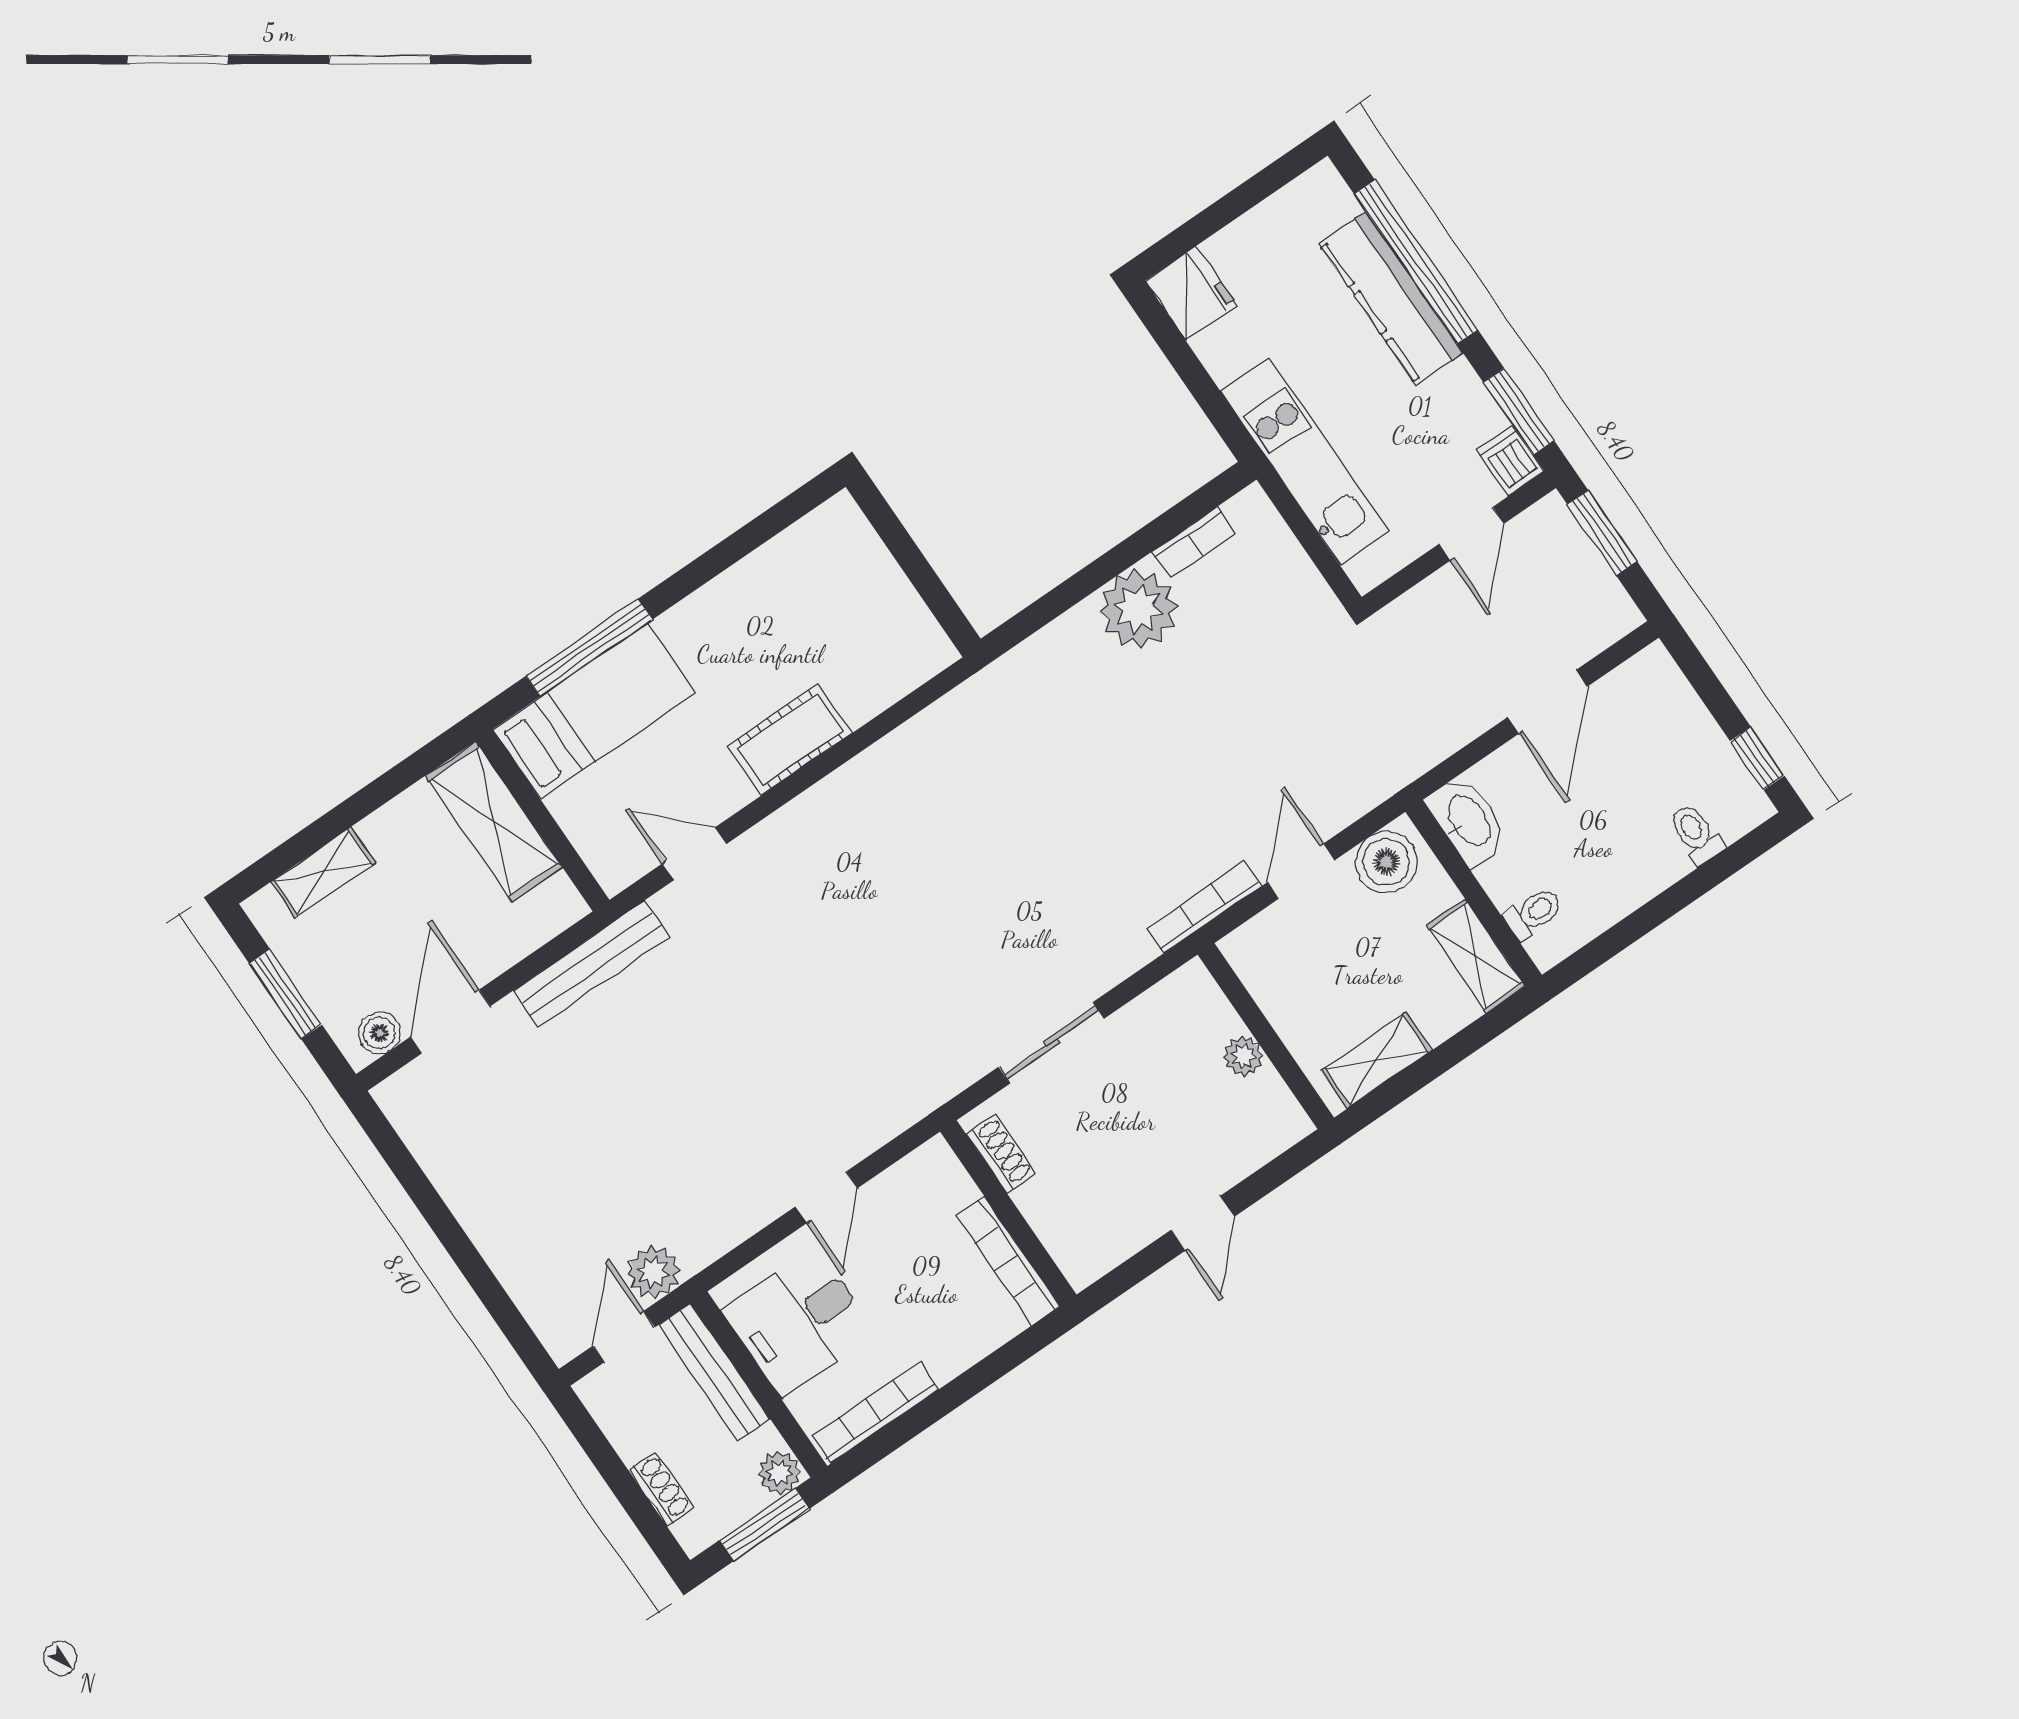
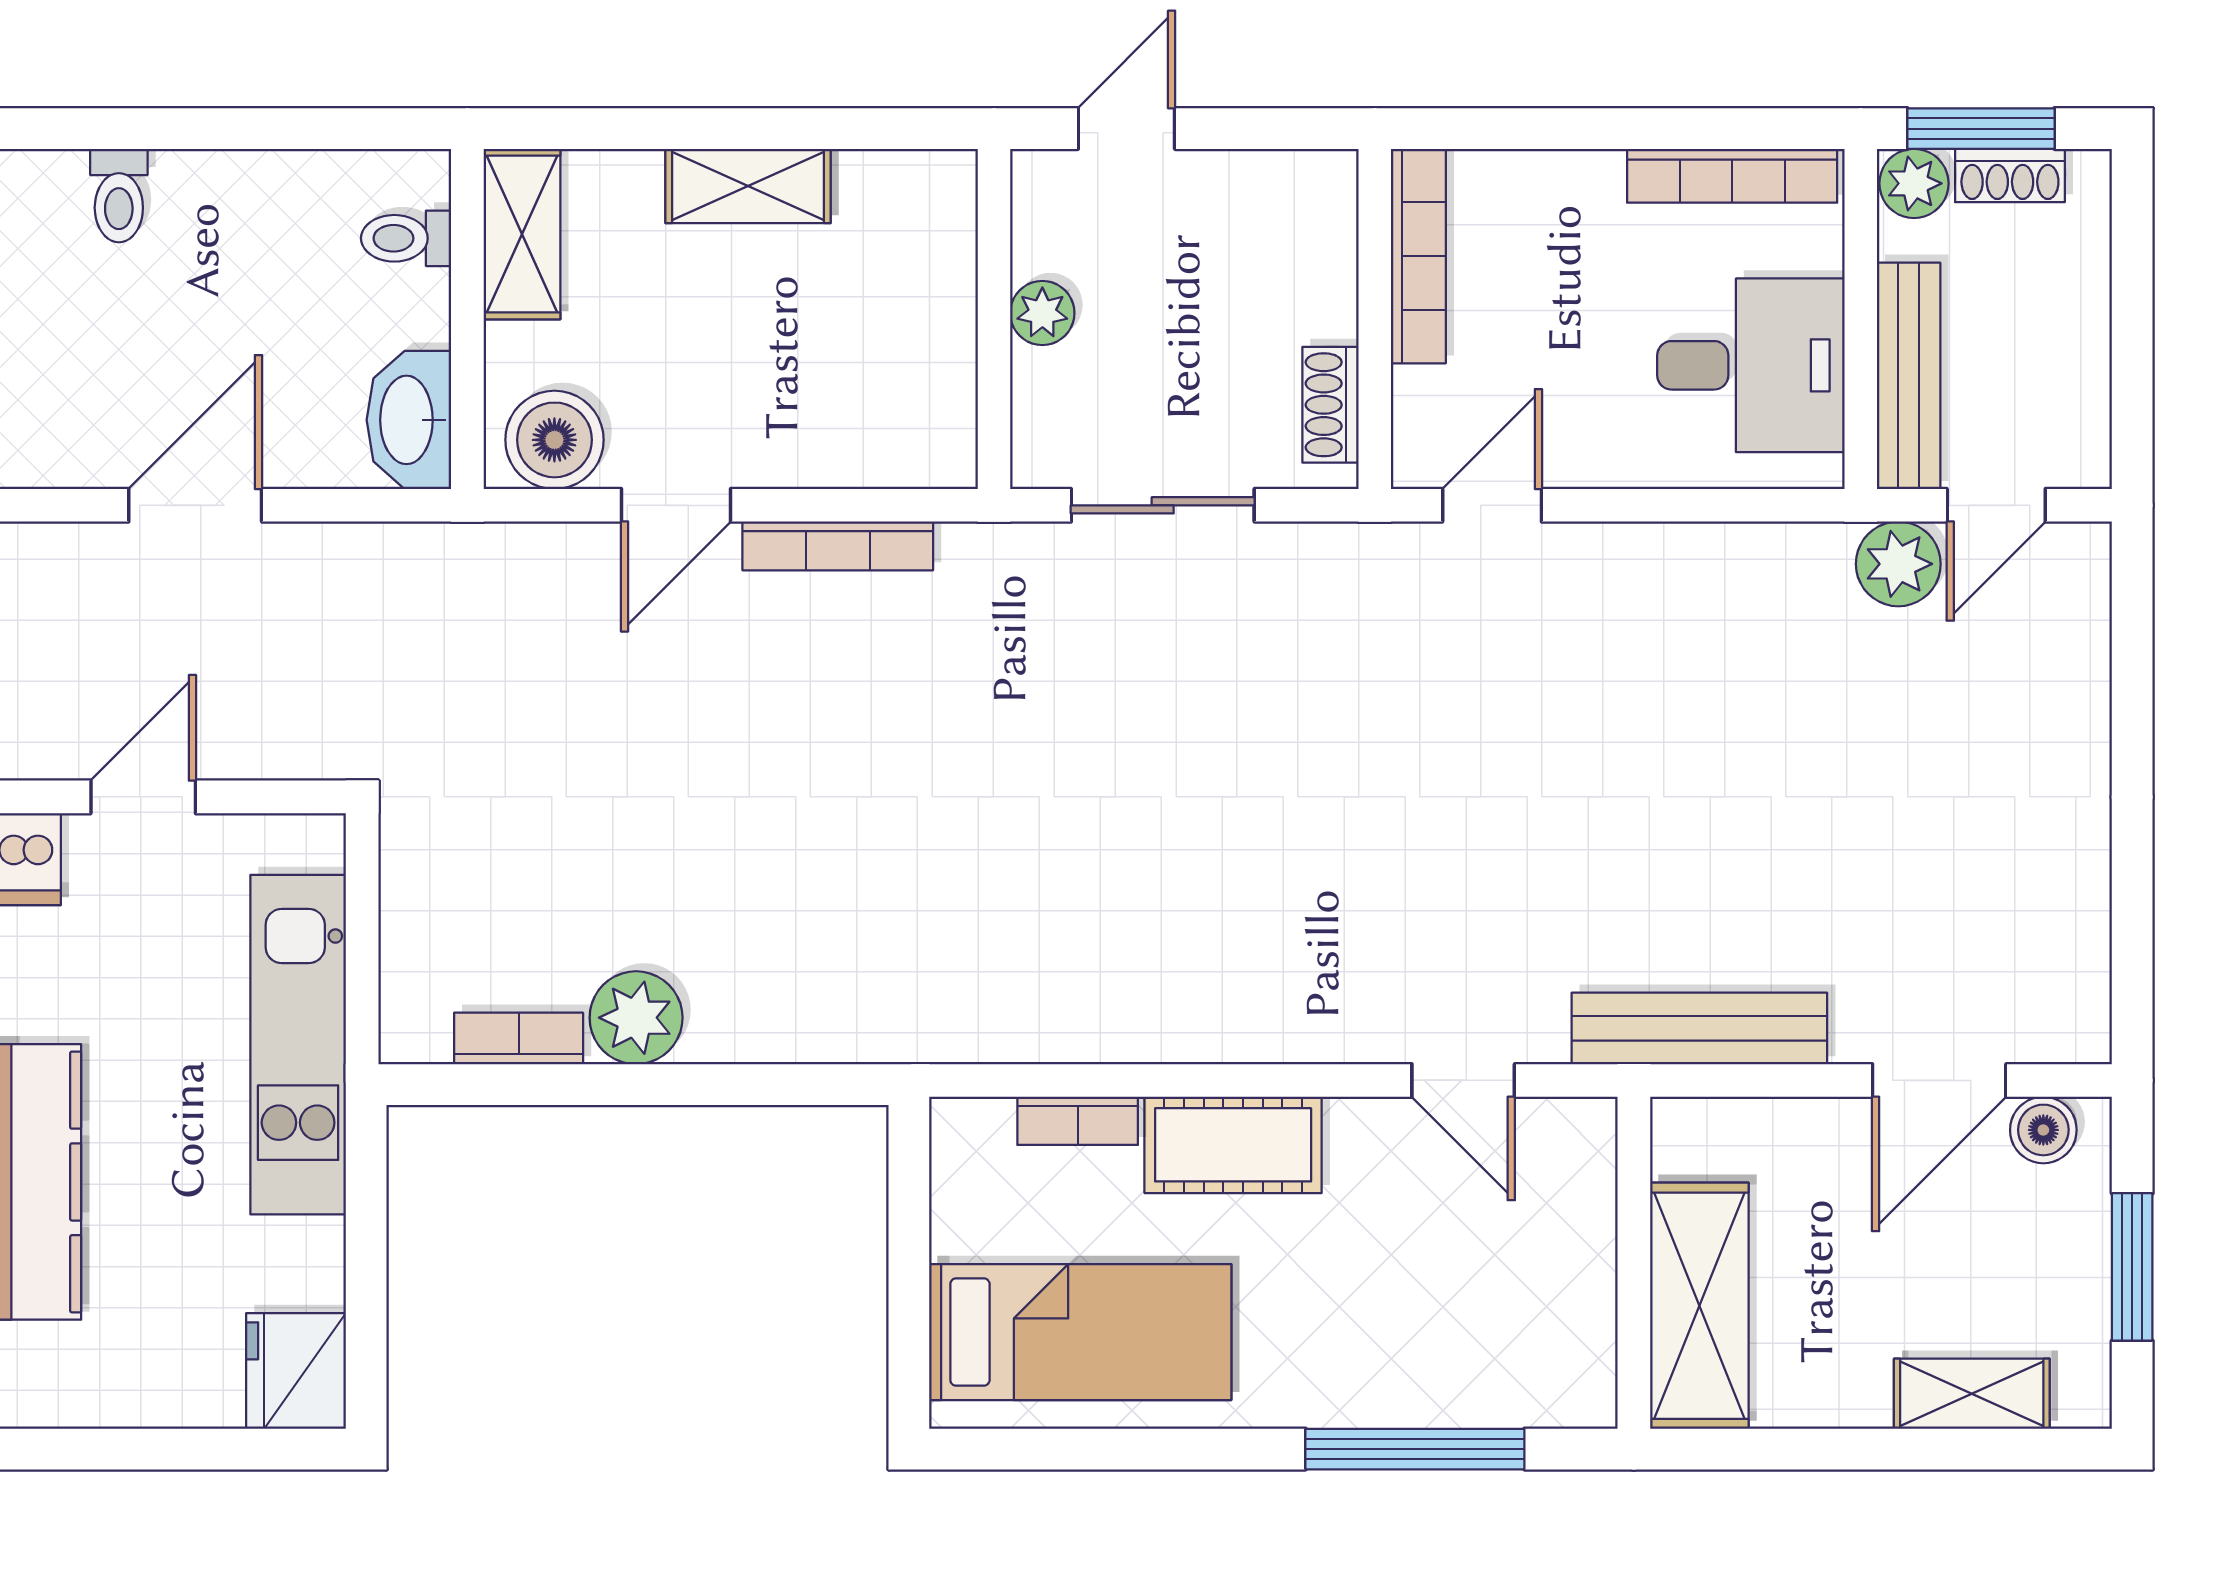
plant: (1138, 609) -> (636, 1018), width x0.73, depth x0.73
bookcase: (878, 697) -> (1078, 1121), added
bed: (594, 711) -> (1080, 1332), moved, turned 180
wall: (1266, 1036) -> (994, 319), moved
plant: (1243, 1056) -> (1042, 313), moved
door: (826, 1197) -> (1492, 505), moved
shoe rack: (661, 1489) -> (2010, 176), moved, turned -90

